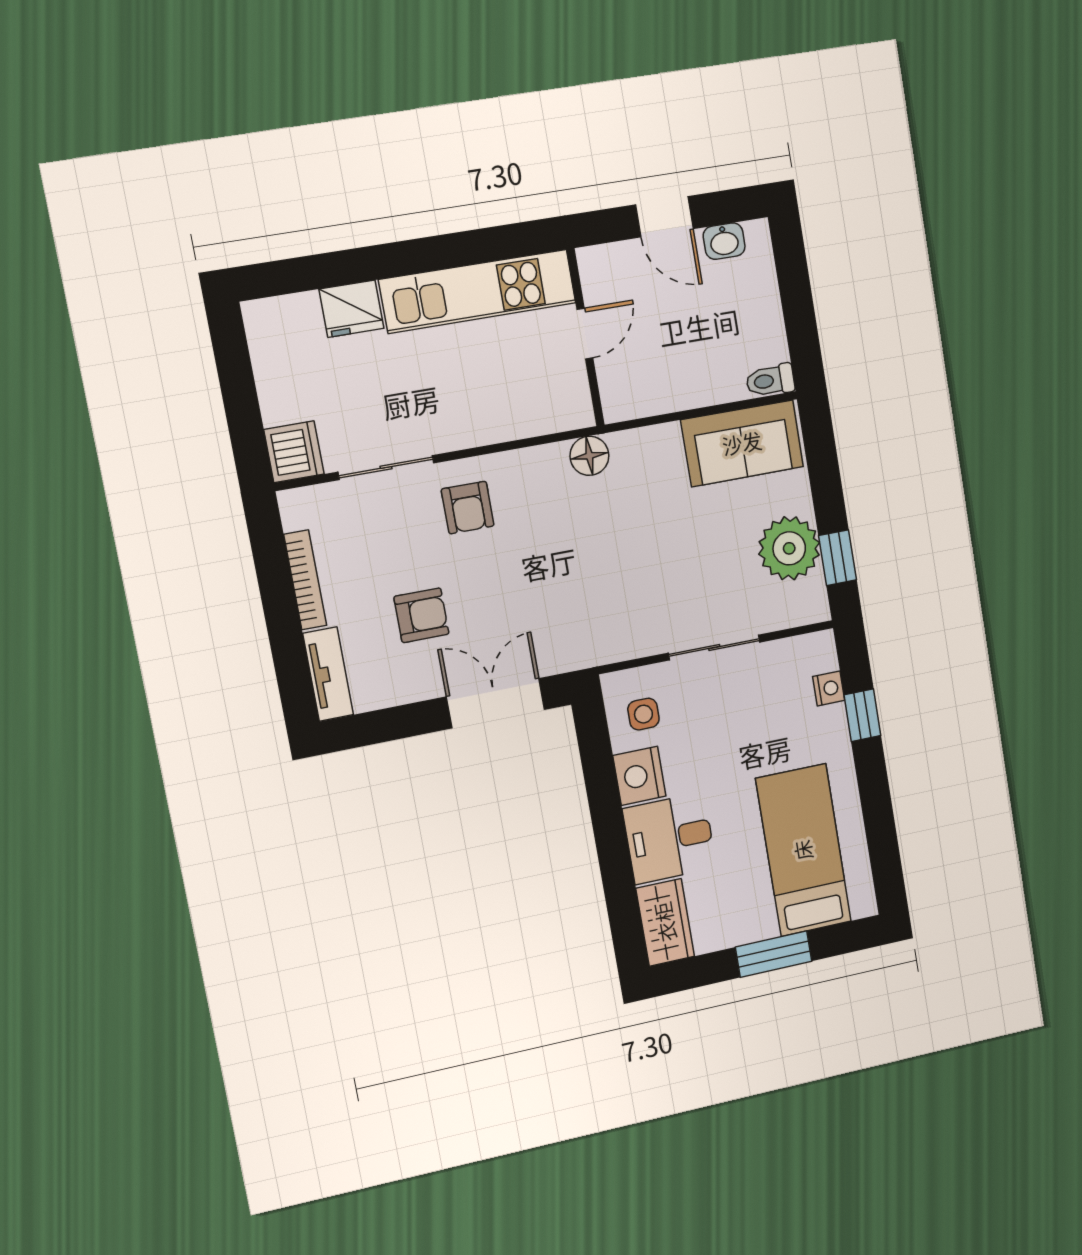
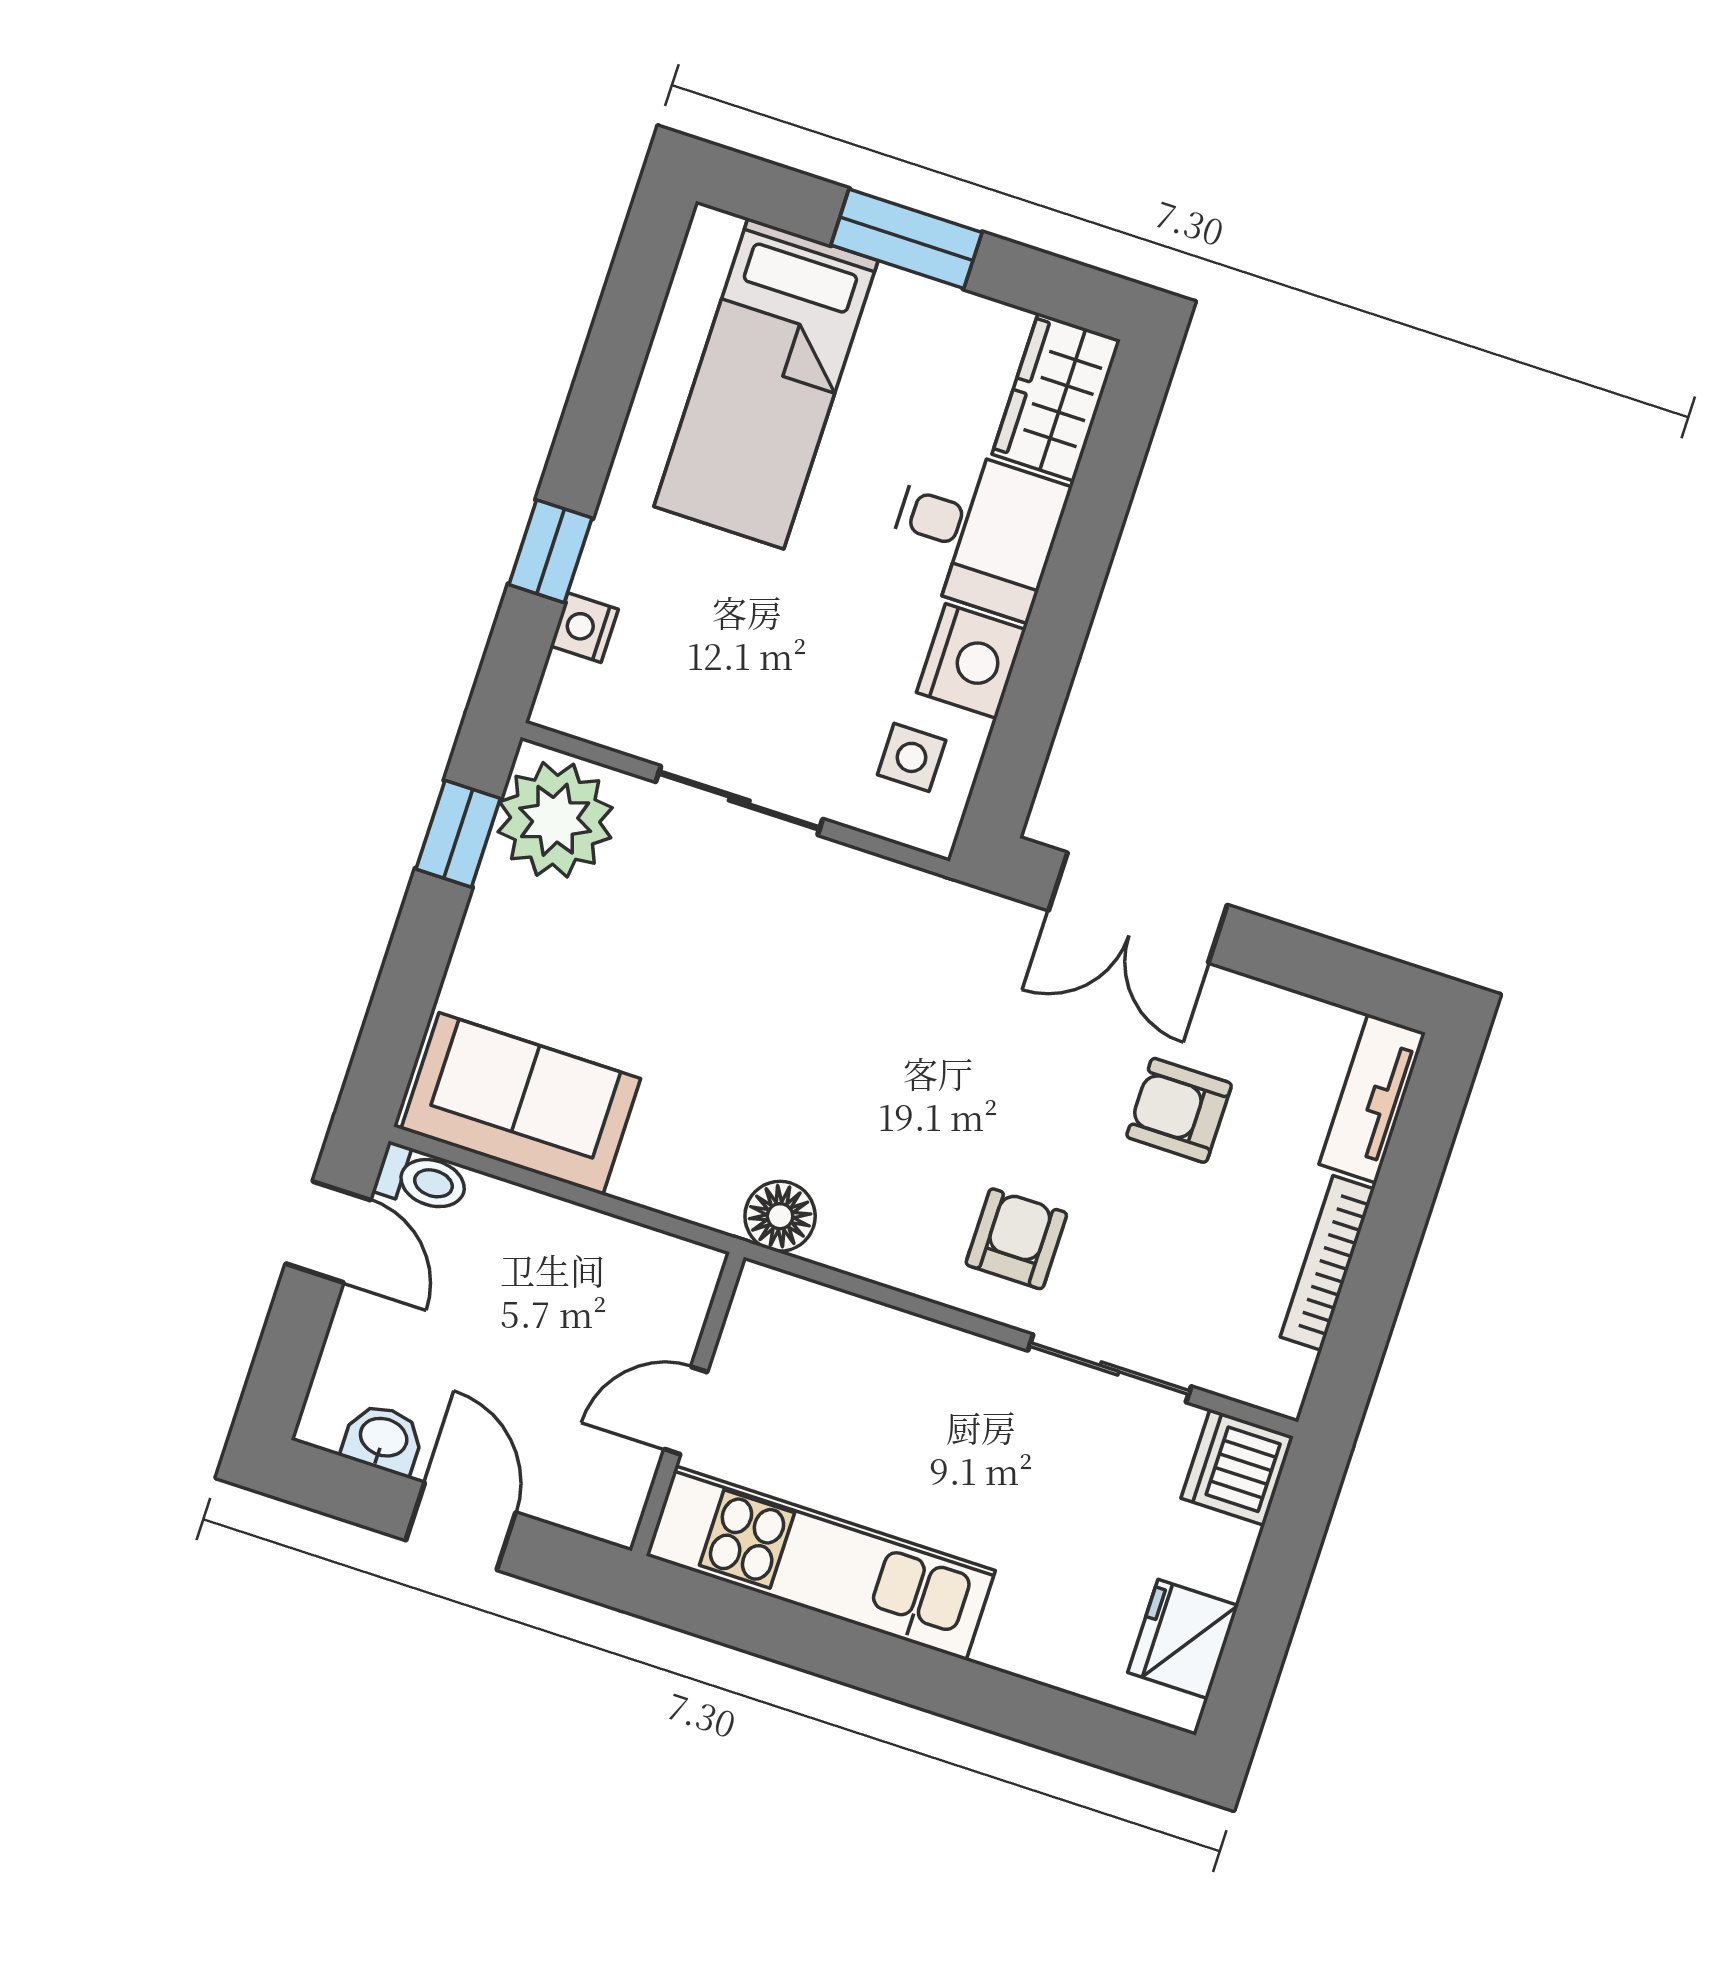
fridge: (351, 309) -> (1183, 1639), moved, turned -90
door: (802, 331) -> (328, 1232), added
plant: (789, 548) -> (555, 820), moved

